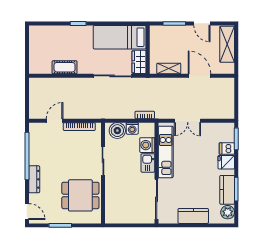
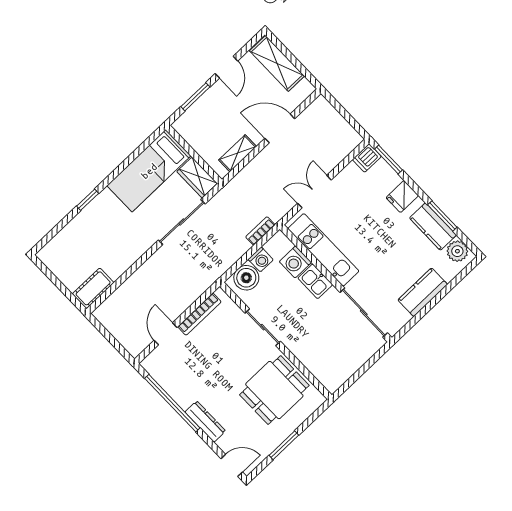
door: (202, 23) -> (226, 67), hinge flipped
cot: (65, 67) -> (93, 288), moved
double door: (188, 121) -> (314, 192), swing flipped
dishwasher: (227, 148) -> (367, 158), moved

